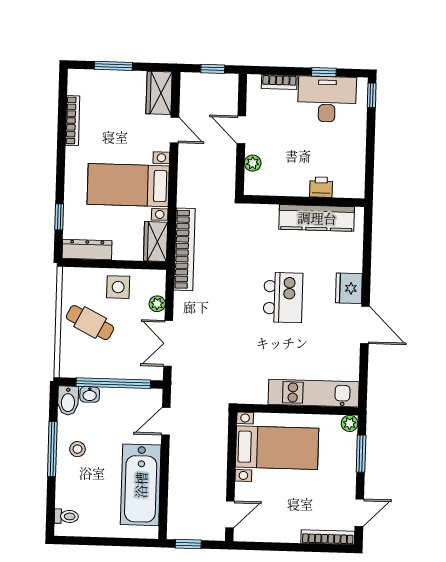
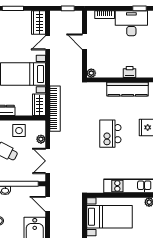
window: (324, 72) -> (139, 8), moved
door: (174, 130) -> (48, 43), swing flipped
plant: (253, 163) -> (91, 73), moved
kitchen island: (283, 298) -> (110, 134), turned 180
door: (166, 421) -> (48, 204), hinge flipped

